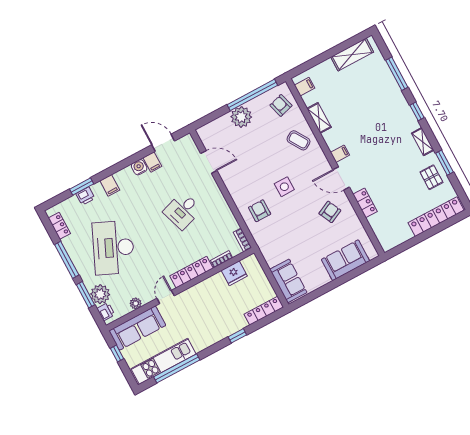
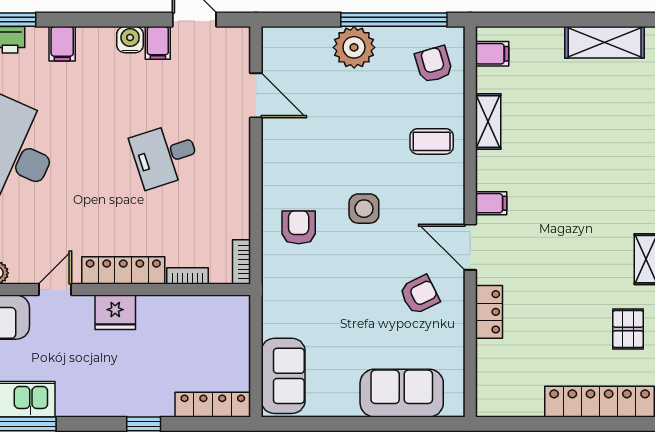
coffee table: (298, 140) -> (432, 141), turned -58
fridge: (234, 273) -> (115, 312), moved

